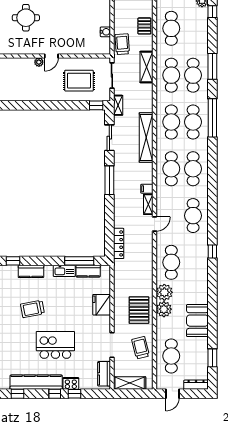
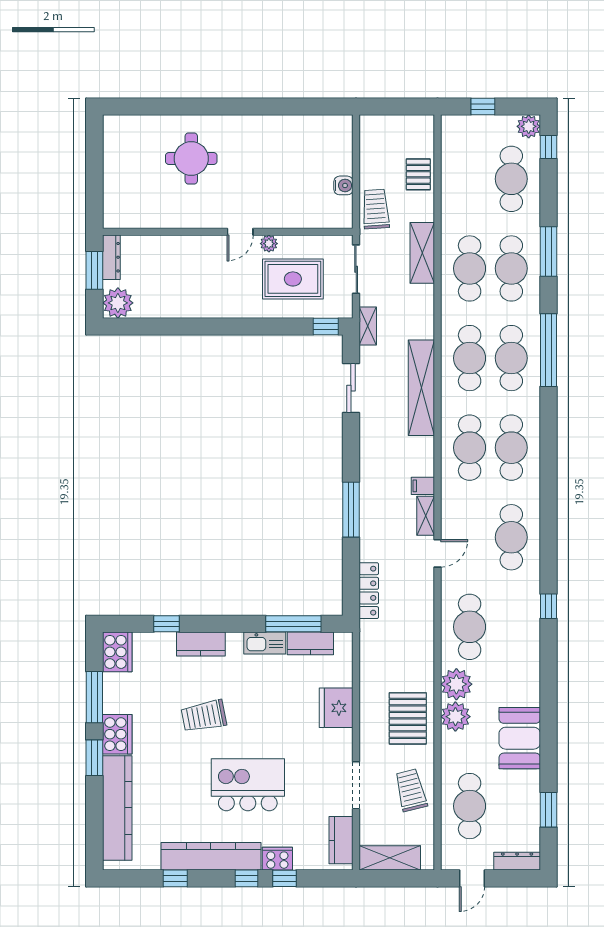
cafe table: (171, 28) -> (511, 179), moved
plant: (39, 62) -> (269, 244), moved
window: (109, 180) -> (351, 510), moved

